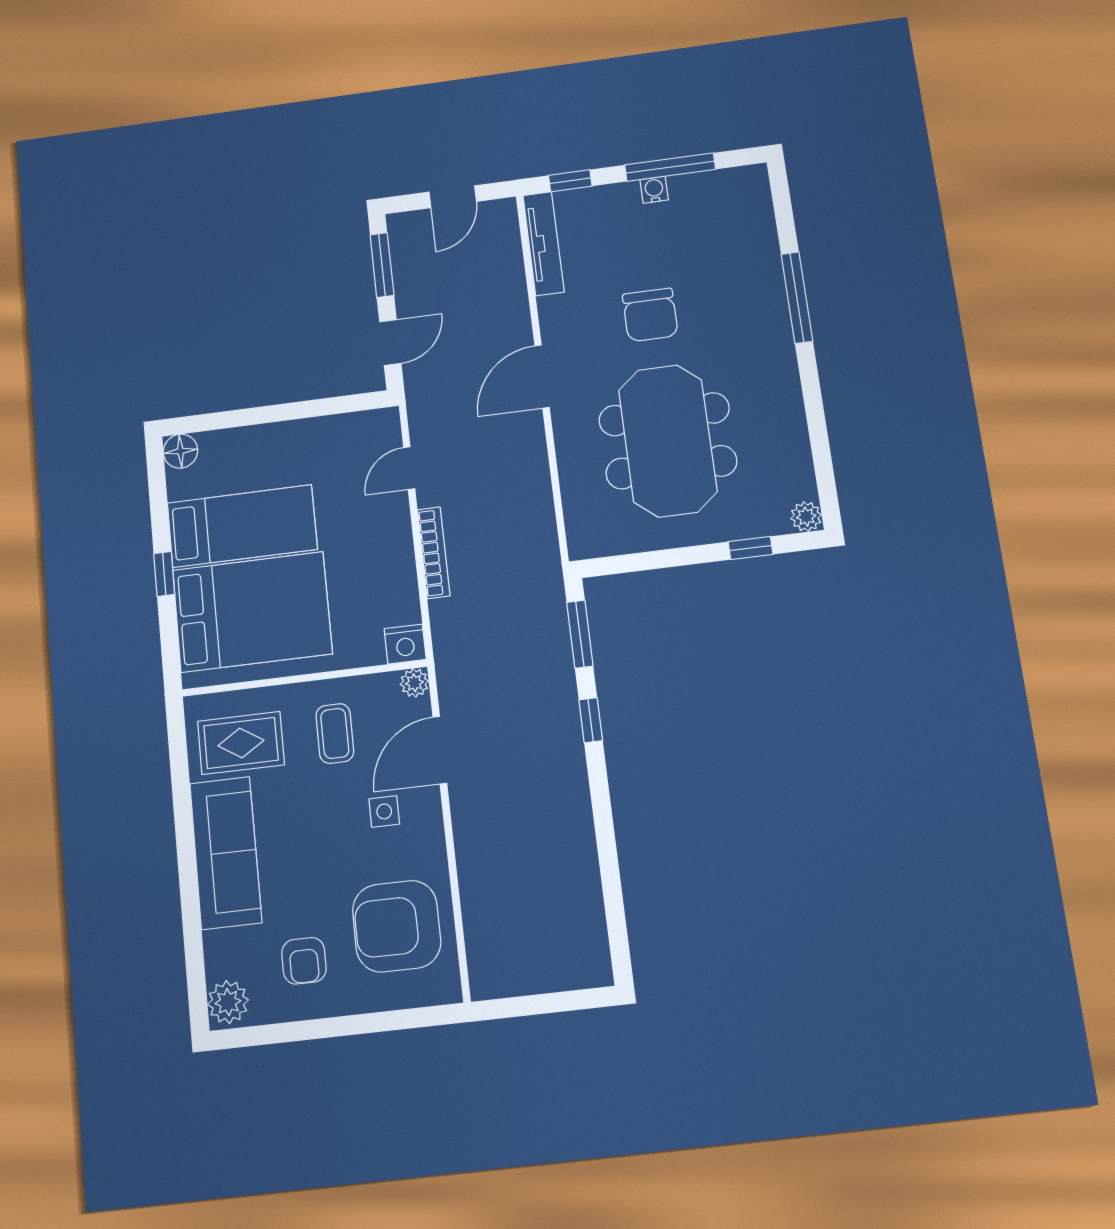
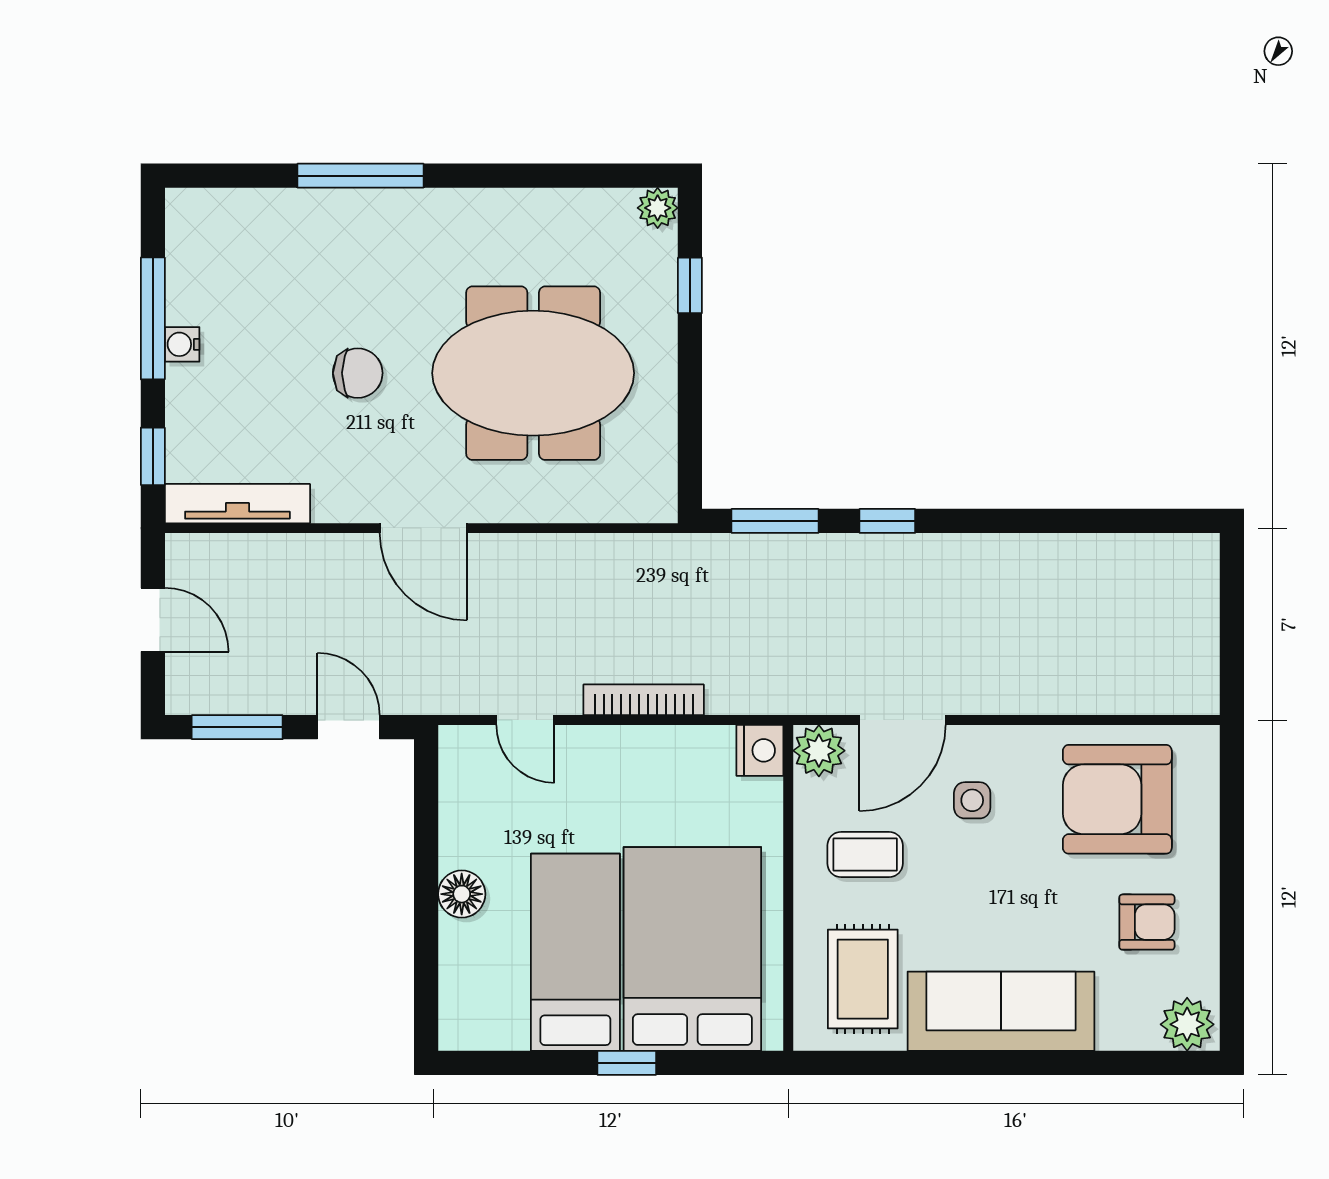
chair: (650, 315) -> (358, 373), width x0.73, depth x0.73
floor lamp: (180, 451) -> (462, 894), moved
plant: (414, 683) -> (819, 751), width x1.38, depth x1.38
door: (440, 750) -> (902, 720), hinge flipped
armchair: (397, 926) -> (1117, 799), turned 90

